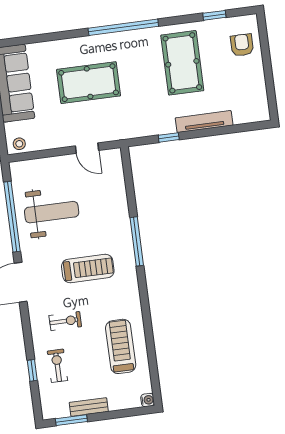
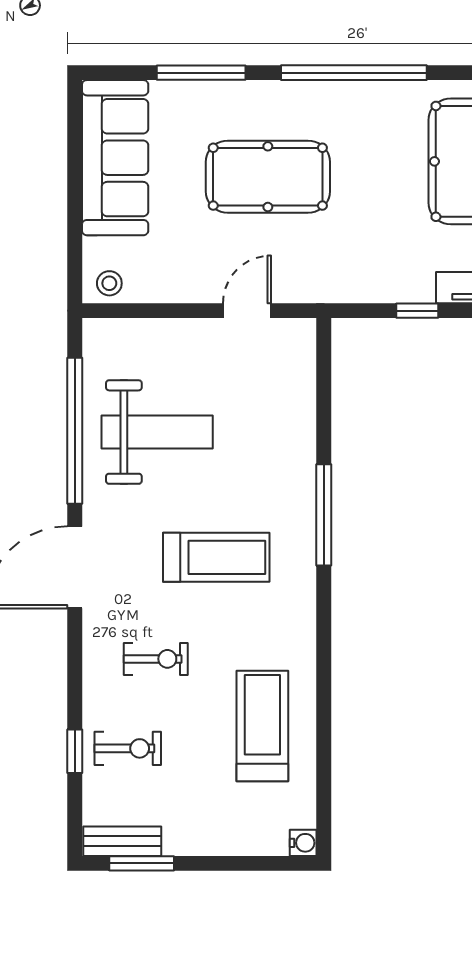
window: (50, 37) -> (201, 73), added
door: (87, 148) -> (247, 311), swing flipped
exercise bike: (57, 366) -> (128, 748), turned 90
bench: (89, 407) -> (122, 841), moved

